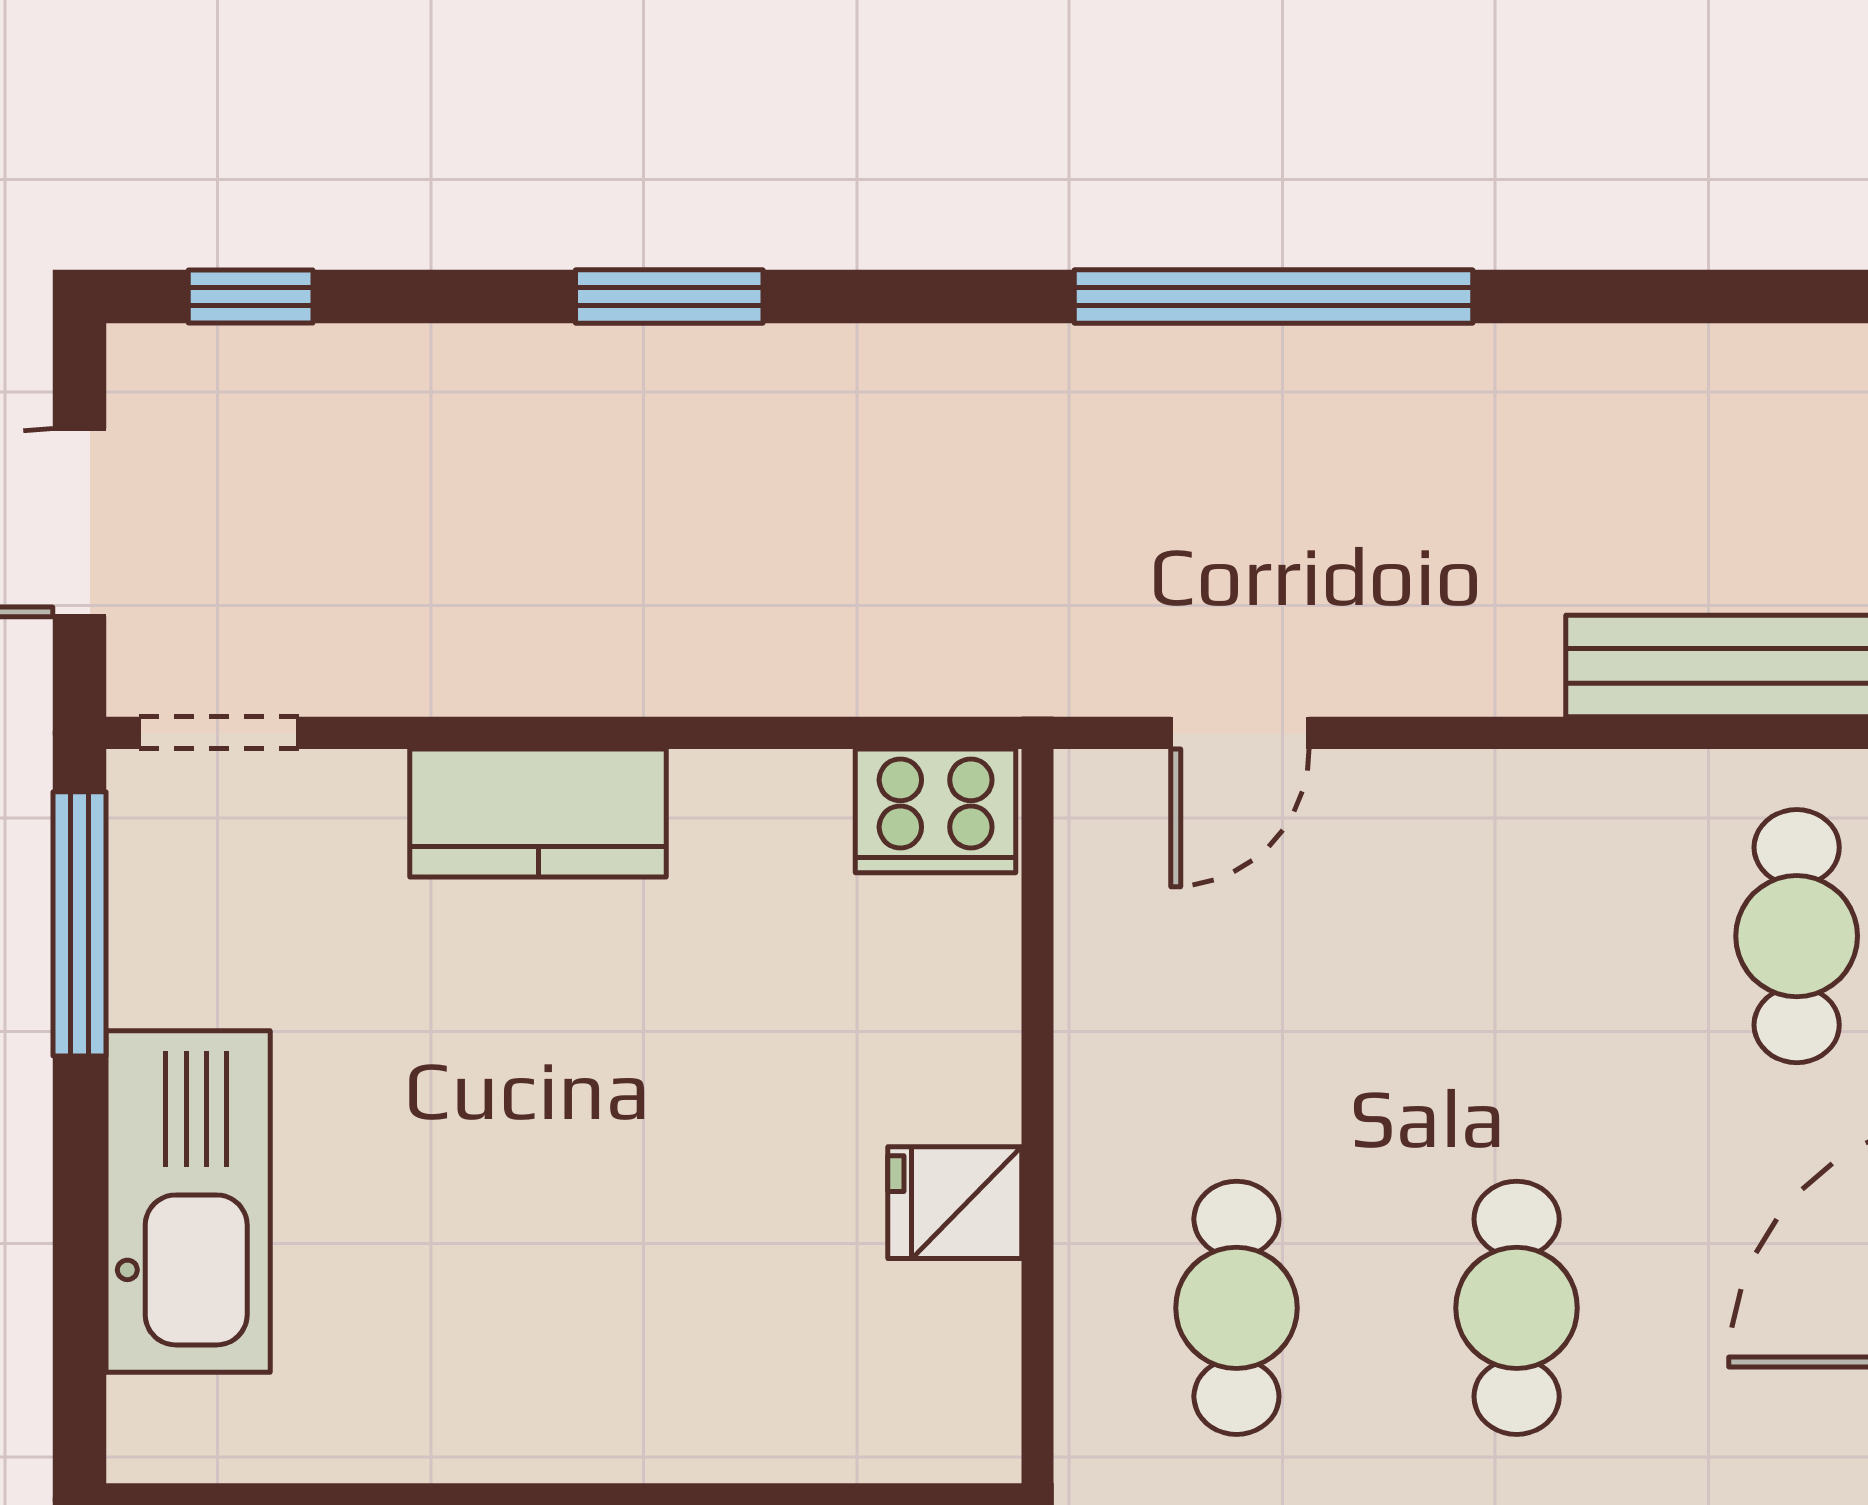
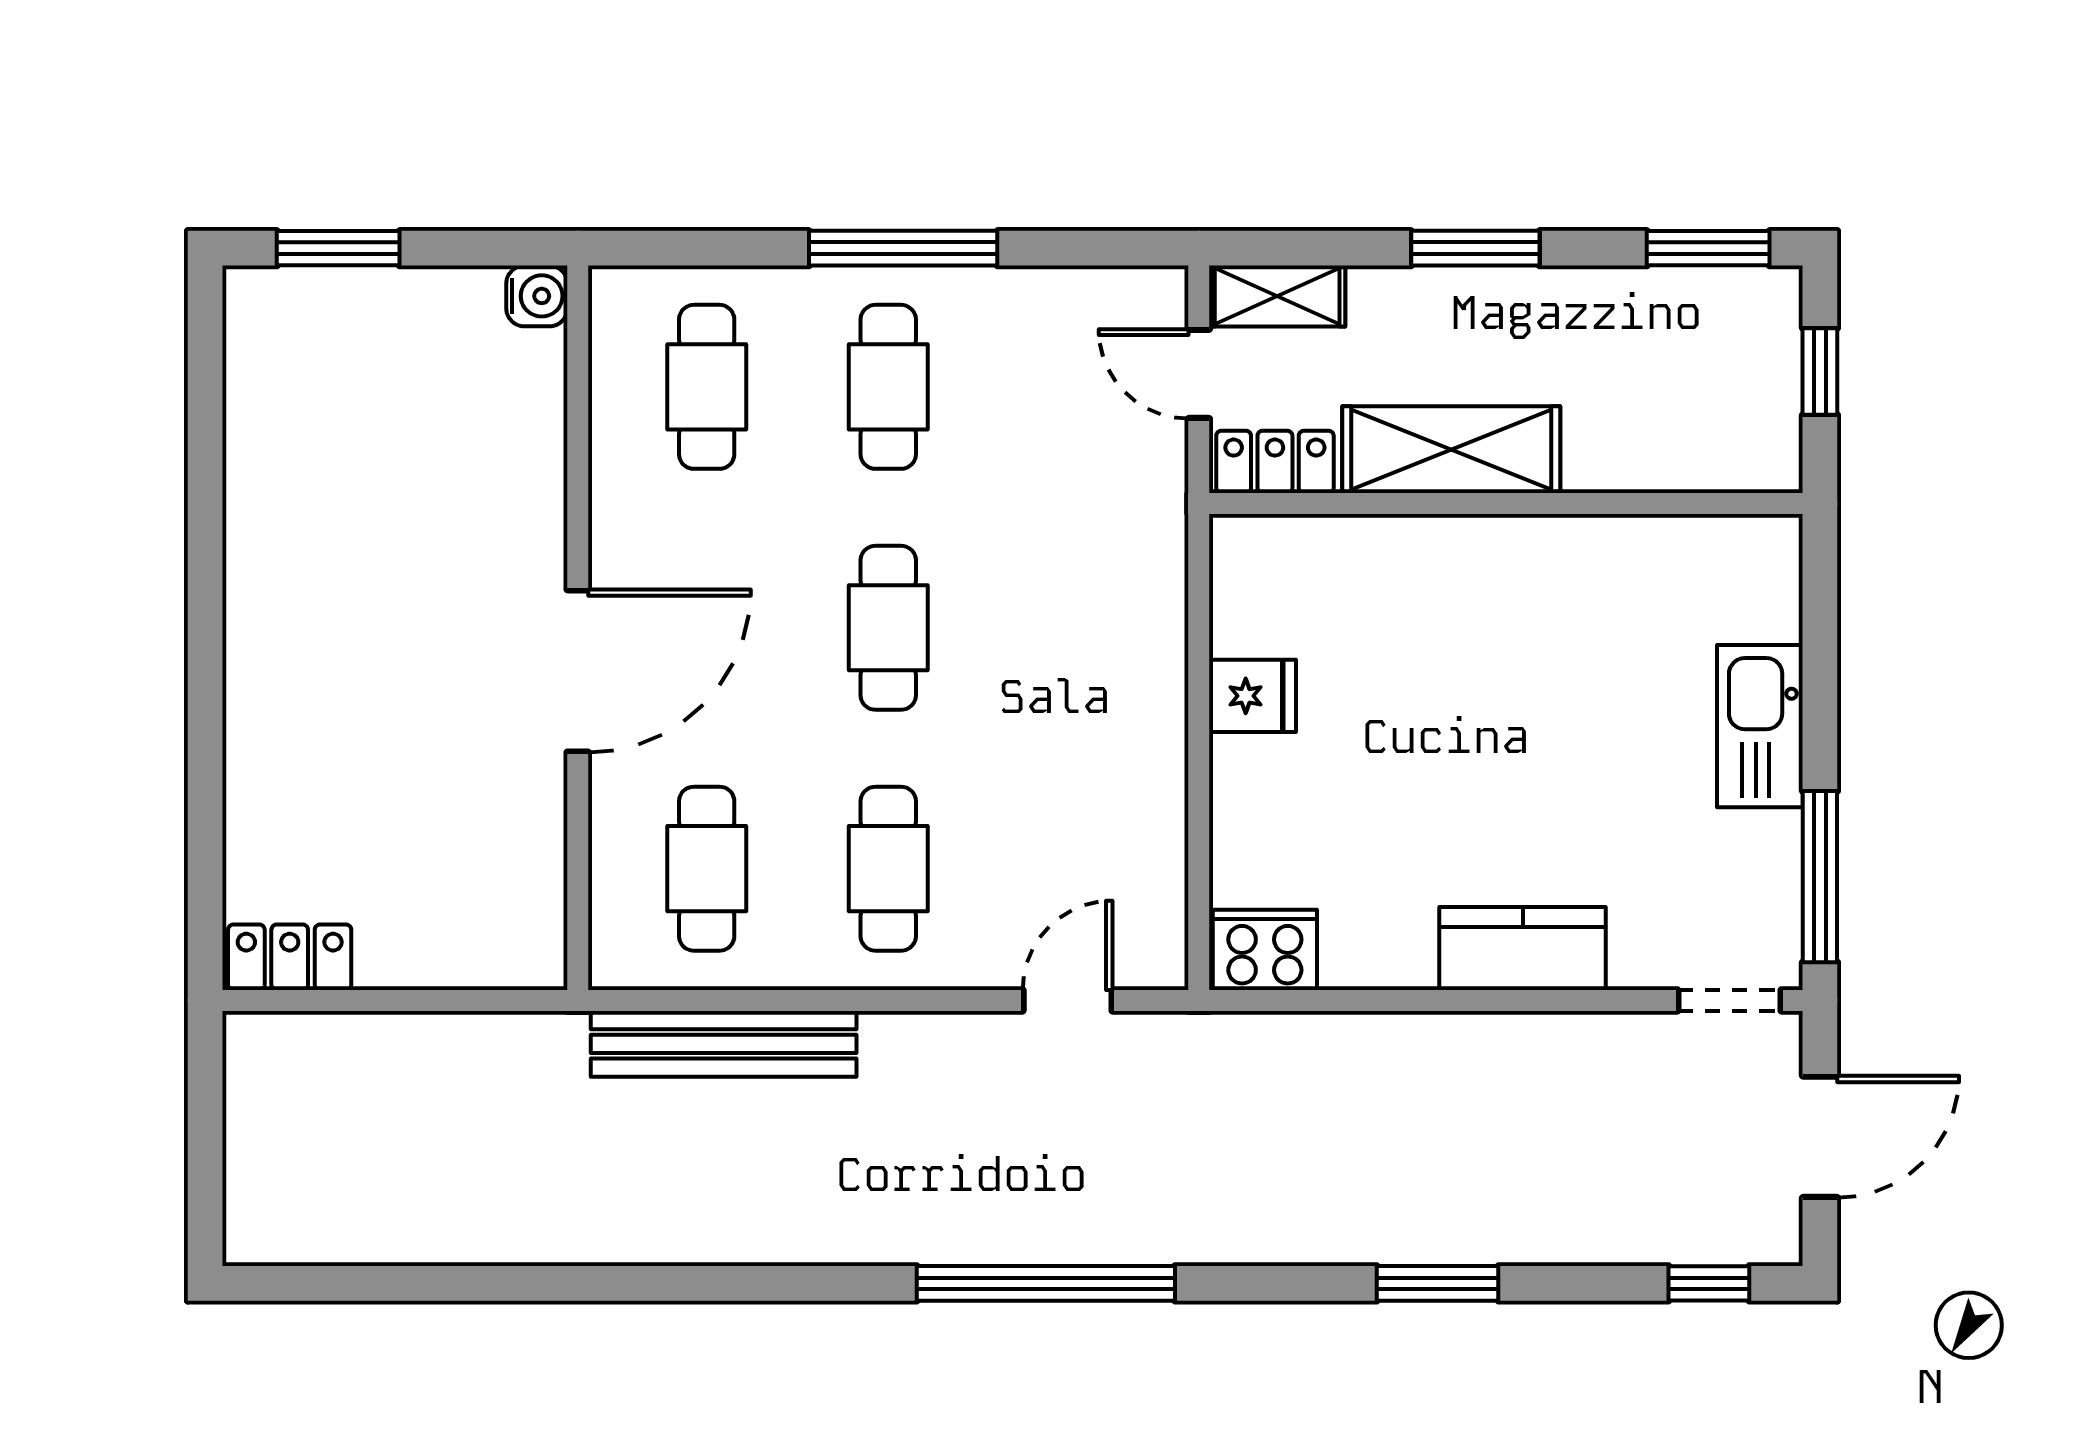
kitchen sink: (188, 1202) -> (1760, 726), width x0.73, depth x0.81
cafe table: (1236, 1308) -> (888, 869), moved

